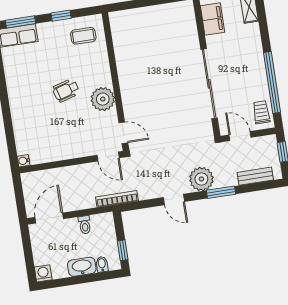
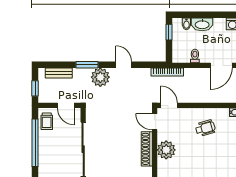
wheelchair: (66, 90) -> (205, 128), moved
shoe rack: (128, 97) -> (147, 149), added

